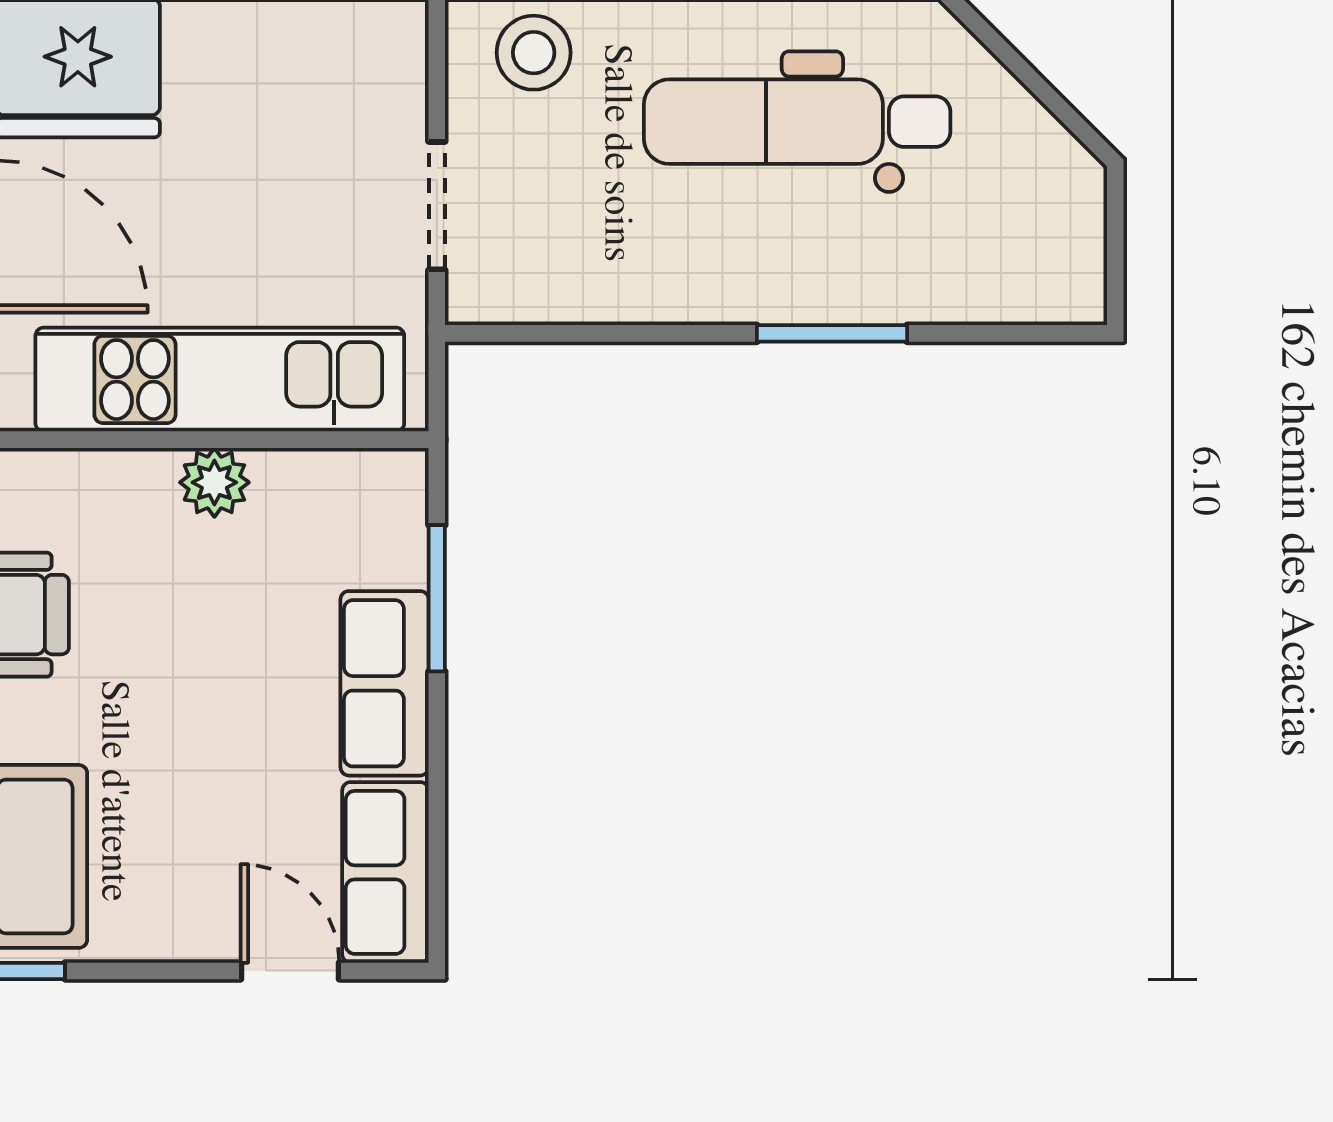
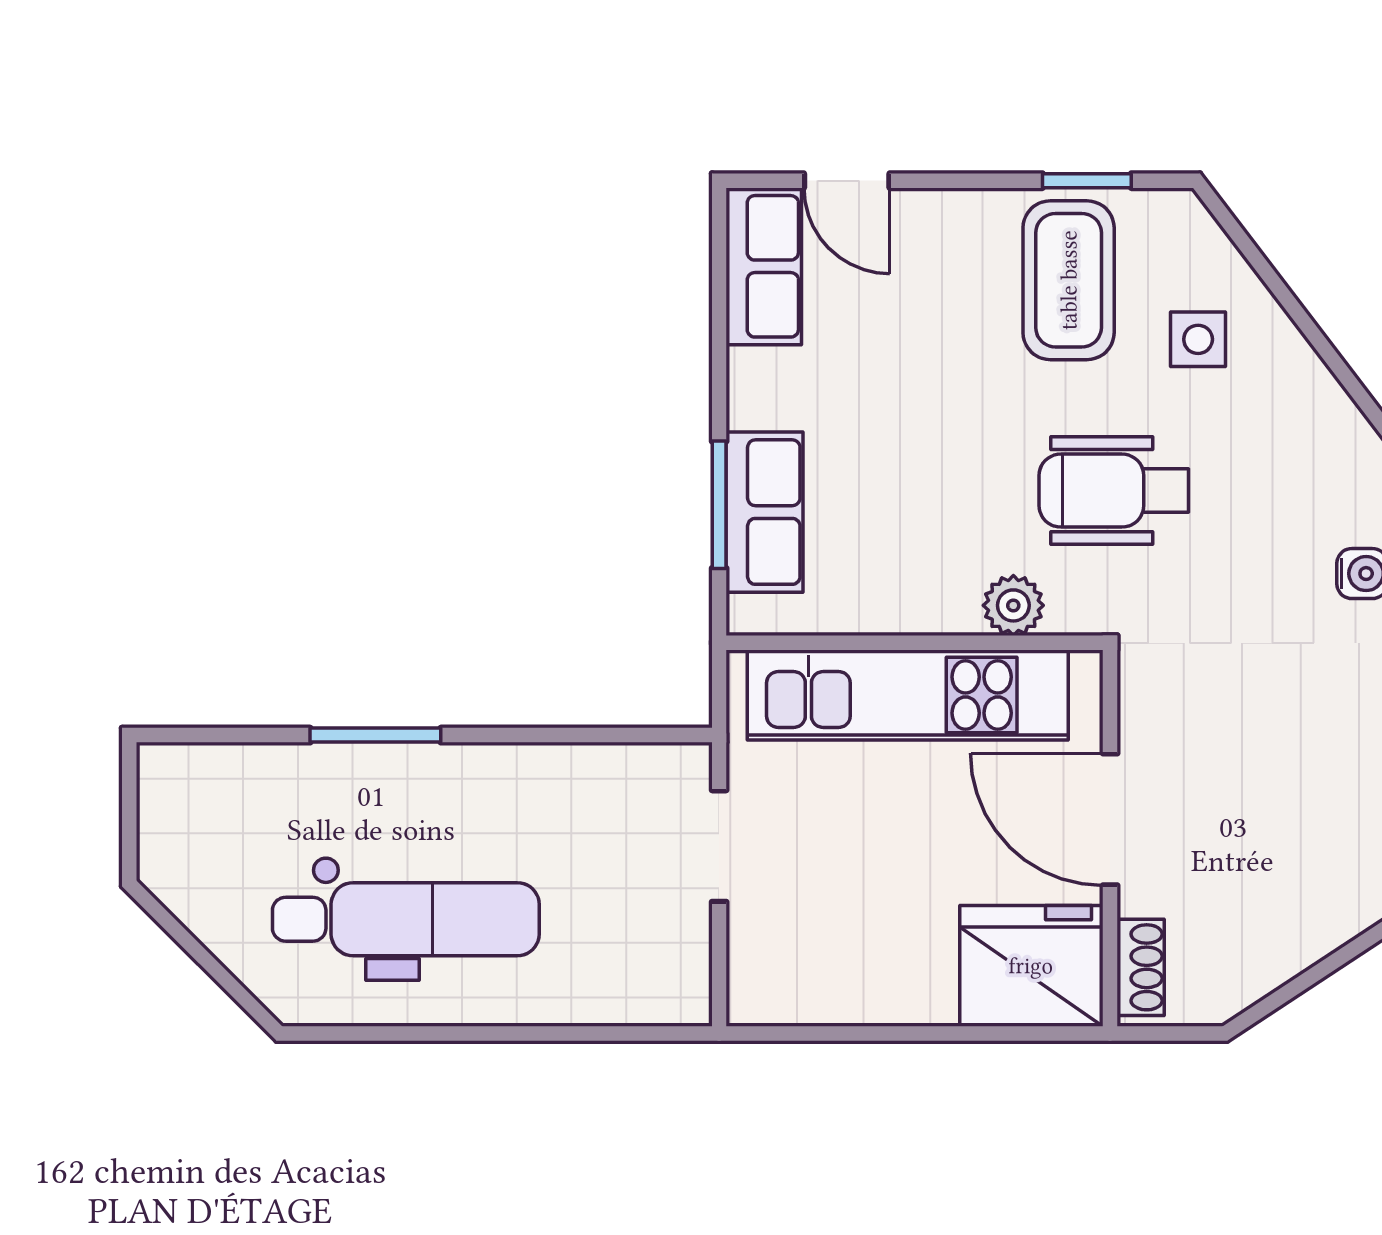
stool: (534, 53) -> (635, 979), removed
plant: (214, 482) -> (1013, 605), moved
row of seats: (385, 683) -> (765, 512), moved

